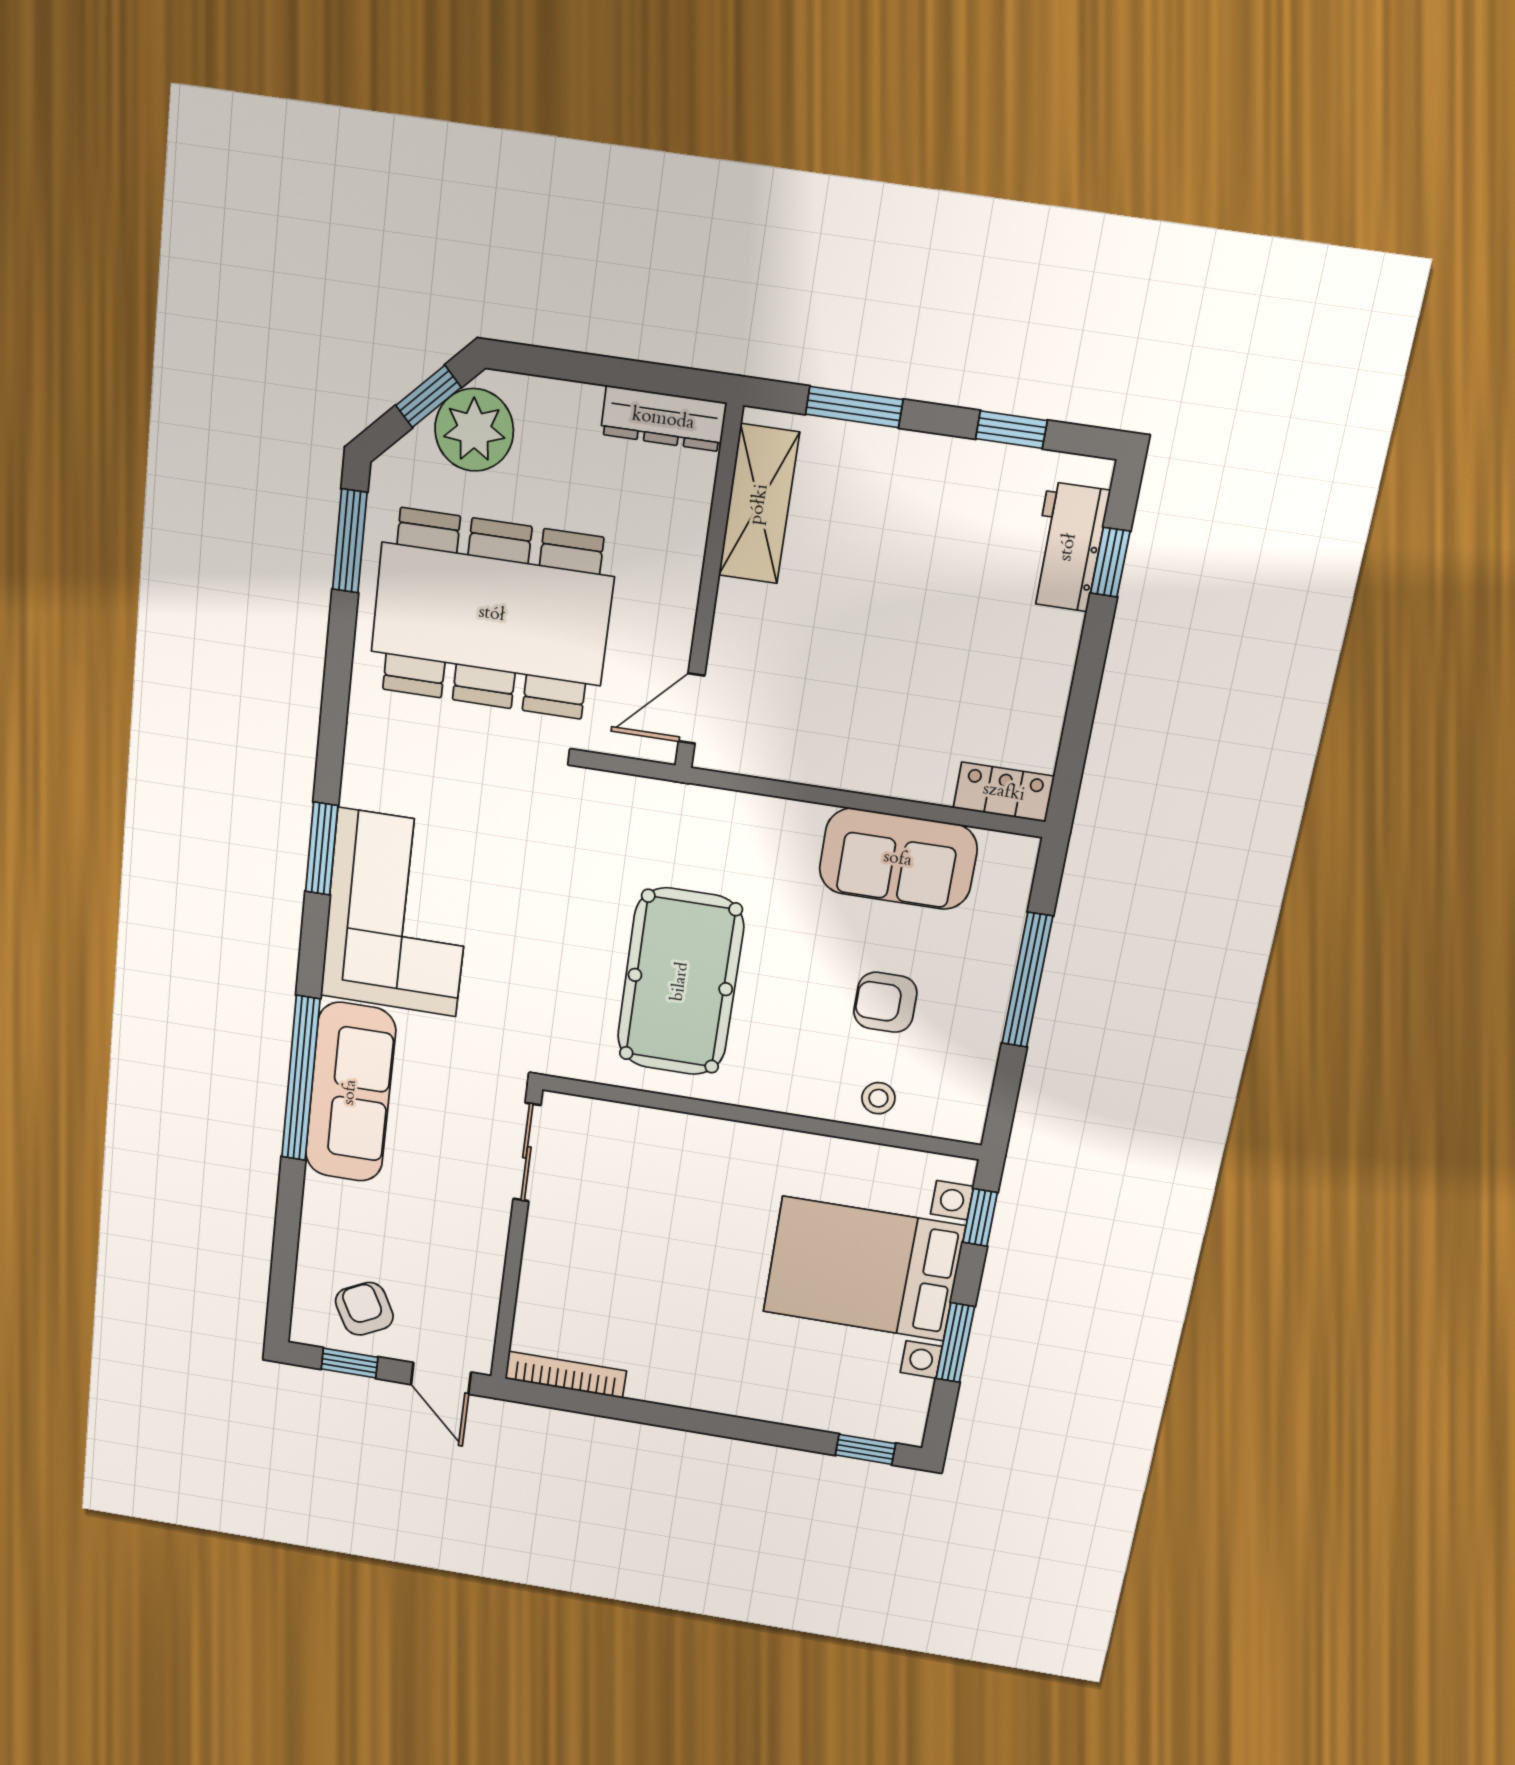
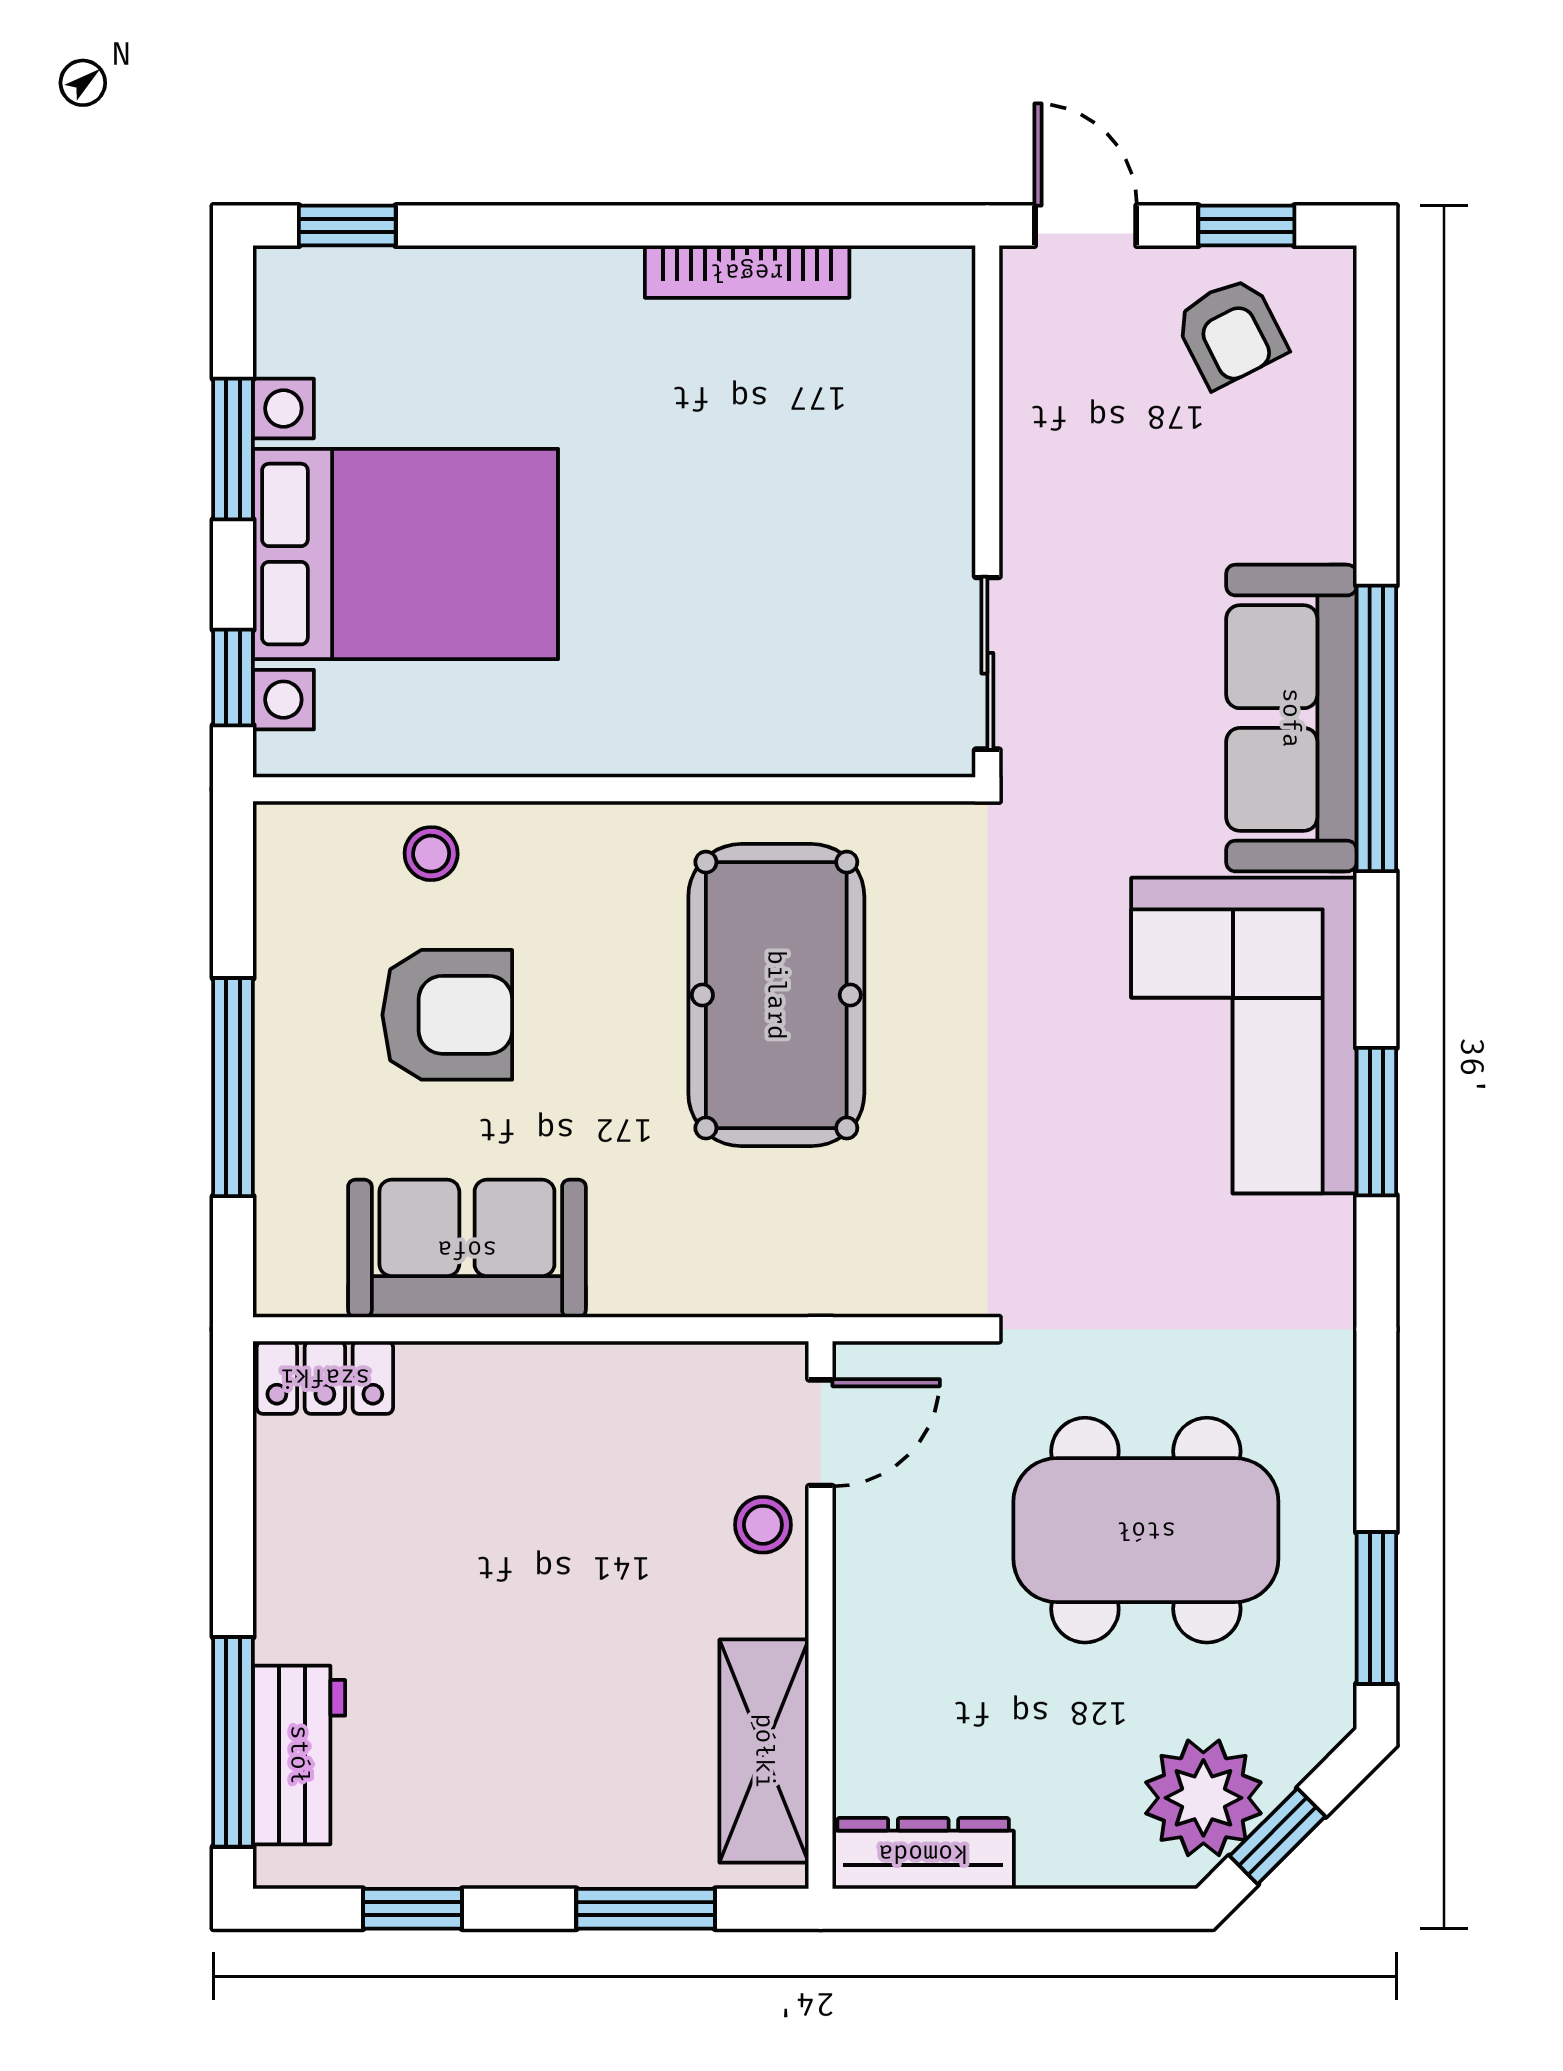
window: (1110, 562) -> (233, 1742), width x2.17
dining table: (492, 614) -> (1146, 1530), width x0.73, depth x0.80
stool: (737, 655) -> (763, 1525), added
armchair: (885, 1002) -> (447, 1015), width x1.38, depth x1.38
bookcase: (566, 1375) -> (747, 272), moved

